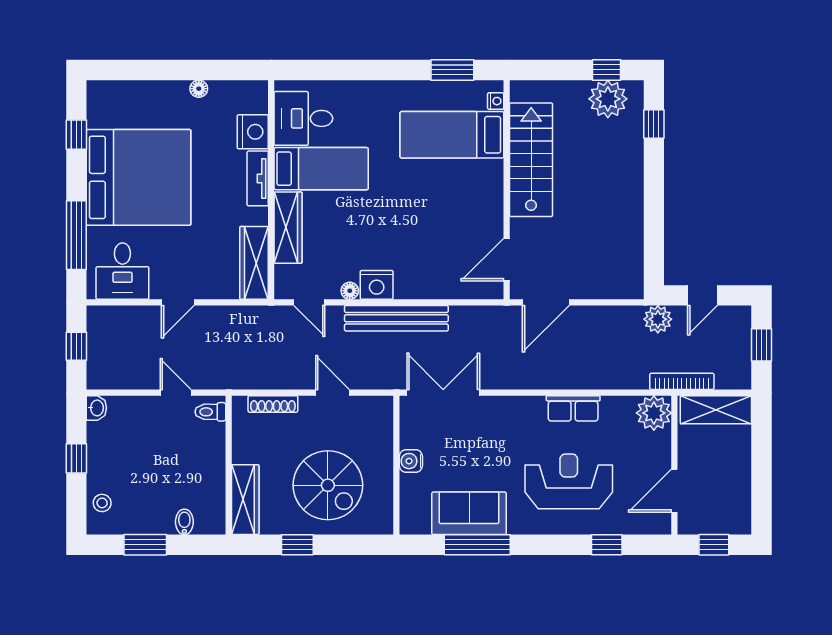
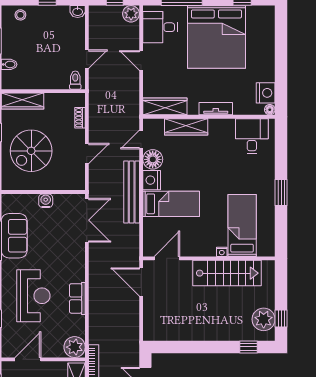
window: (452, 70) -> (281, 192), moved
floor lamp: (199, 89) -> (270, 110), moved
nightstand: (496, 101) -> (222, 252), moved
nightstand: (253, 132) -> (266, 93), moved, turned -90
bed: (321, 169) -> (171, 204), moved, turned -90
door: (507, 260) -> (167, 258), hinge flipped
floor lamp: (350, 291) -> (153, 159), width x1.89, depth x1.89
plant: (658, 319) -> (131, 14), moved
shoe rack: (273, 404) -> (80, 118), width x0.70
door: (674, 491) -> (28, 359), hinge flipped

